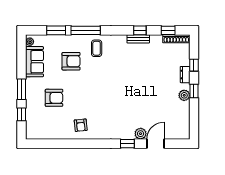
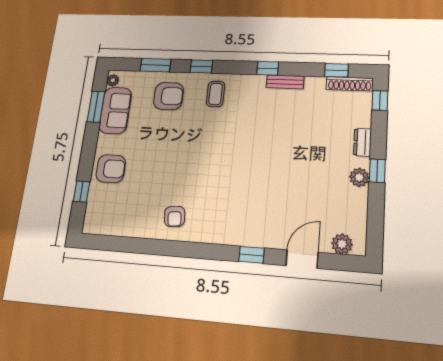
window: (86, 30) -> (201, 66), width x0.46
window: (140, 30) -> (268, 68), moved
armchair: (71, 61) -> (169, 96), moved
window: (194, 65) -> (380, 101), moved
window: (22, 89) -> (96, 107), moved
armchair: (54, 98) -> (111, 169), moved
plant: (141, 134) -> (342, 244), moved

